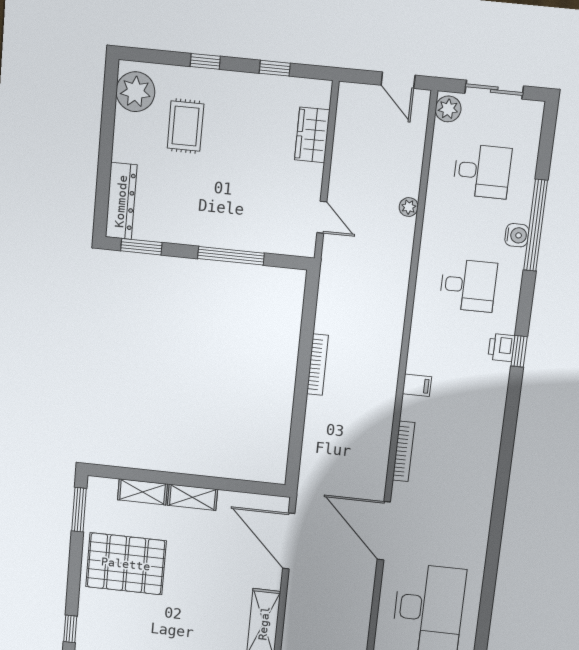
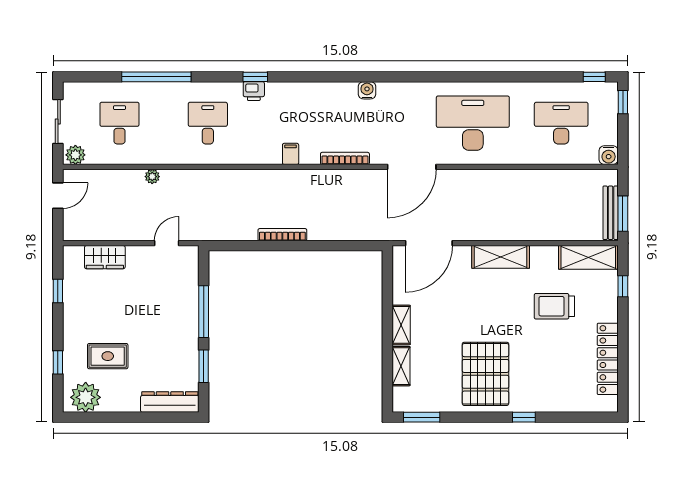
window: (205, 61) -> (58, 362), moved
water cooler: (517, 235) -> (367, 90), moved
window: (141, 247) -> (204, 366), moved
pallet: (126, 564) -> (486, 374), moved

